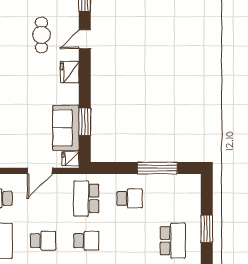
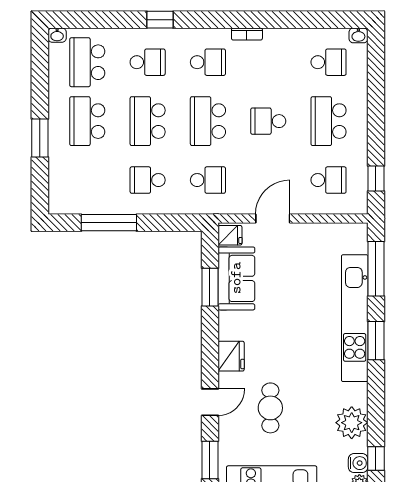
school desk: (86, 198) -> (208, 180), width x0.54
school desk: (86, 241) -> (208, 121), width x1.85
school desk: (130, 241) -> (148, 121), added

